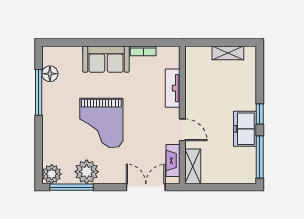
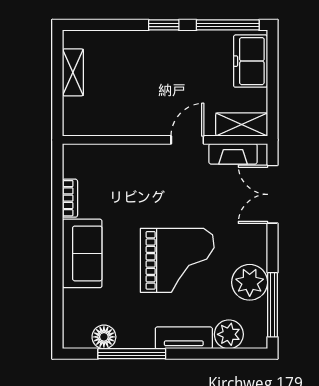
tv unit: (173, 88) -> (184, 338), moved, turned 180
freezer: (245, 129) -> (251, 61), moved, turned 90
plant: (52, 174) -> (229, 334), moved

